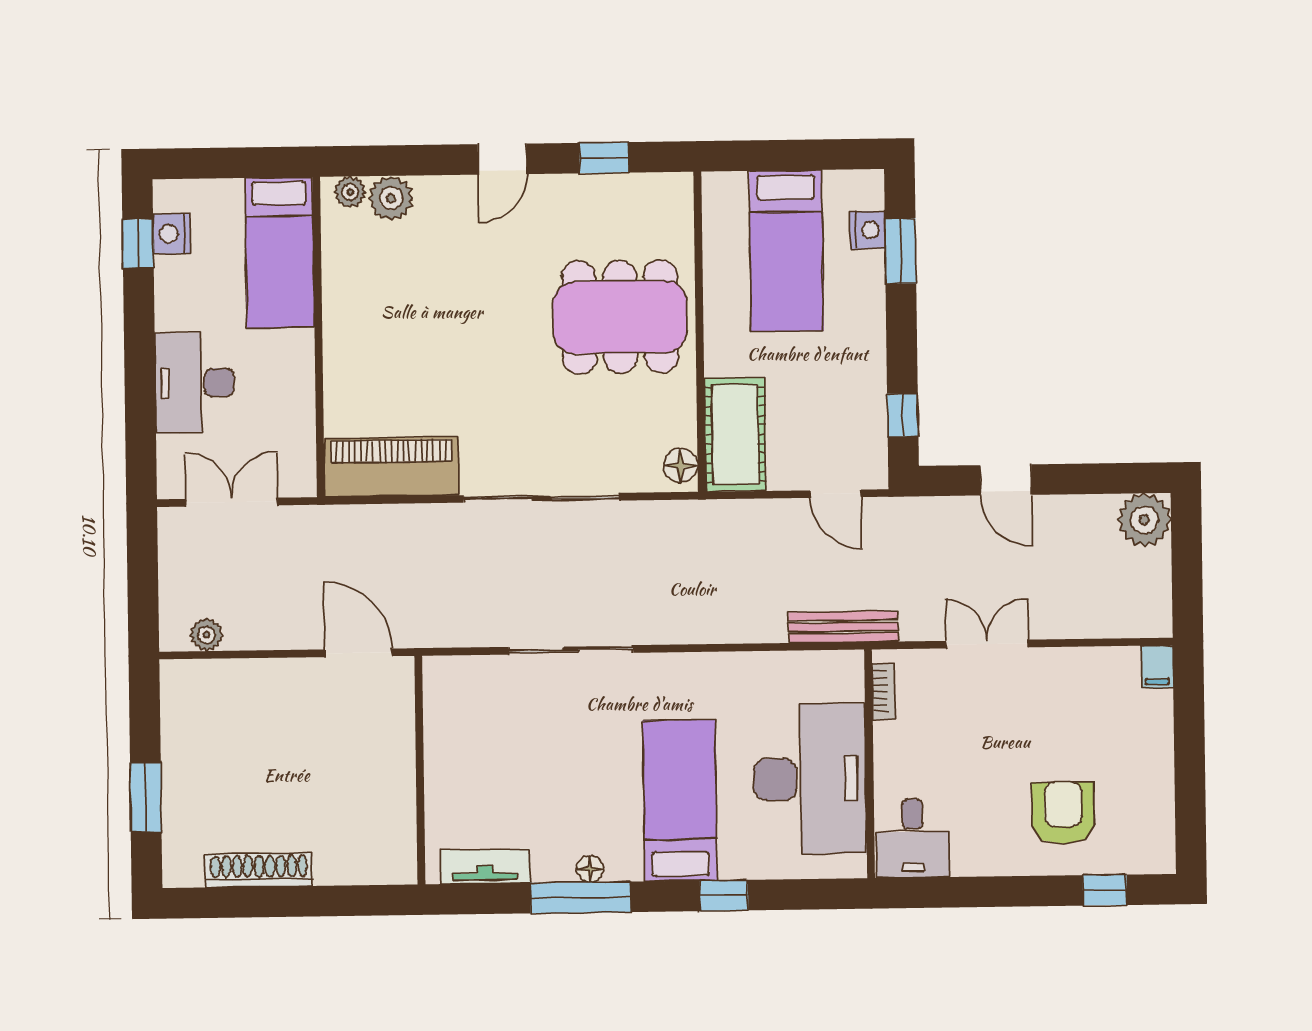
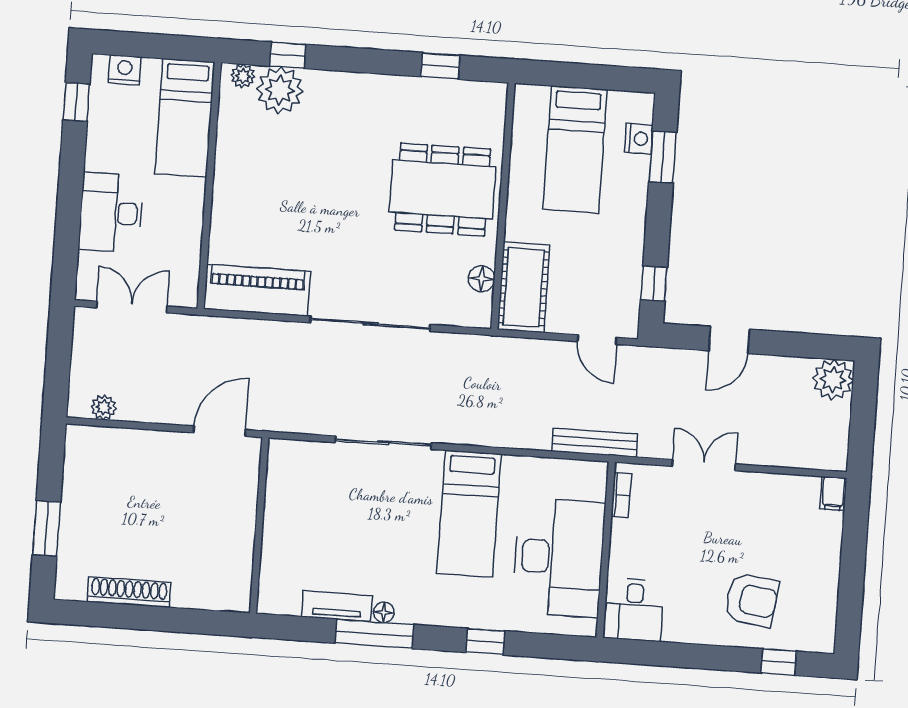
door: (502, 159) -> (362, 60), removed
window: (406, 160) -> (288, 55), added
plant: (391, 198) -> (280, 90), width x1.36, depth x1.36
nightstand: (172, 234) -> (125, 70), moved, turned 90
floor lamp: (681, 465) -> (482, 279), moved
door: (1006, 480) -> (729, 340), hinge flipped
door: (358, 653) -> (220, 431), hinge flipped
bed: (680, 801) -> (469, 514), moved, turned 180
armchair: (1063, 813) -> (752, 600), turned 98
tv unit: (485, 866) -> (337, 606), moved

